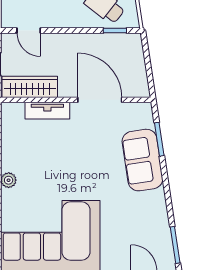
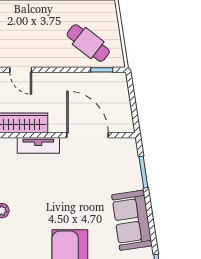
sofa: (142, 160) -> (132, 220), moved

